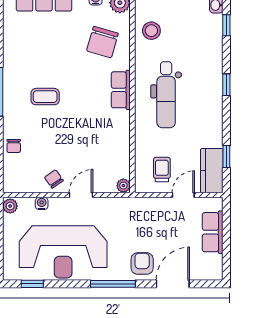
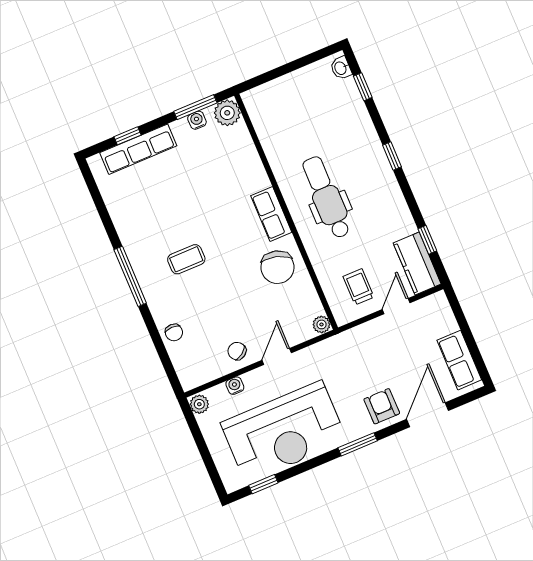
stool: (151, 31) -> (278, 130), removed
chair: (102, 42) -> (277, 267), moved
dental chair: (166, 95) -> (327, 197), turned 180
row of seats: (213, 232) -> (459, 360), moved
window: (113, 284) -> (358, 444), width x0.69

